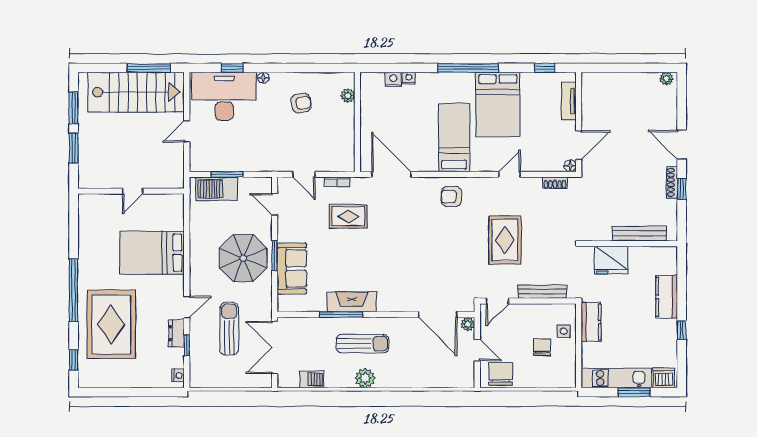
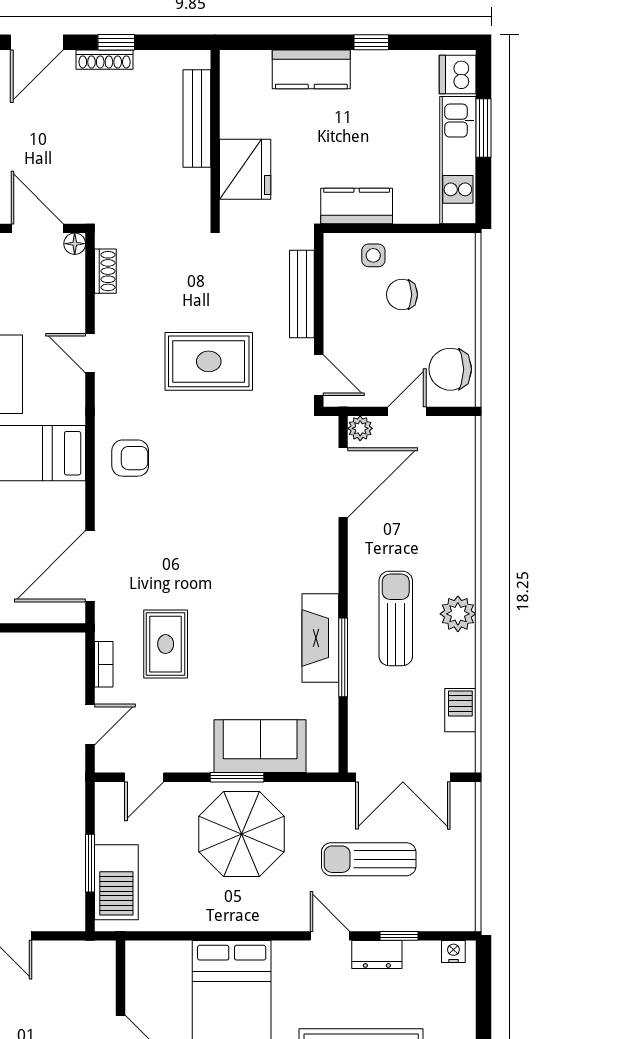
armchair: (451, 197) -> (130, 458), turned -90

